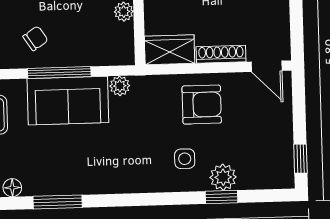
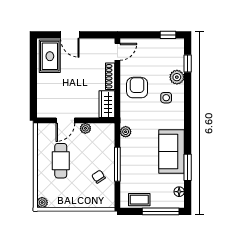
sofa: (68, 101) -> (171, 151), moved, turned 180
window: (221, 197) -> (188, 64), moved

